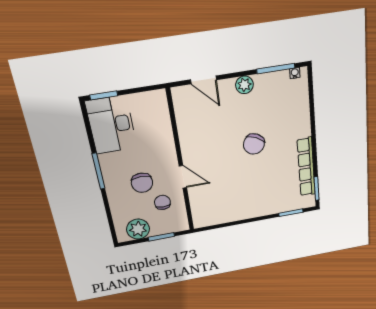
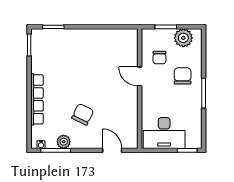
plant: (244, 85) -> (64, 142), moved
desk: (111, 125) -> (164, 133), moved, turned 90
chair: (254, 144) -> (83, 114), moved
row of seats: (306, 167) -> (37, 99), moved
chair: (142, 183) -> (183, 76), moved

